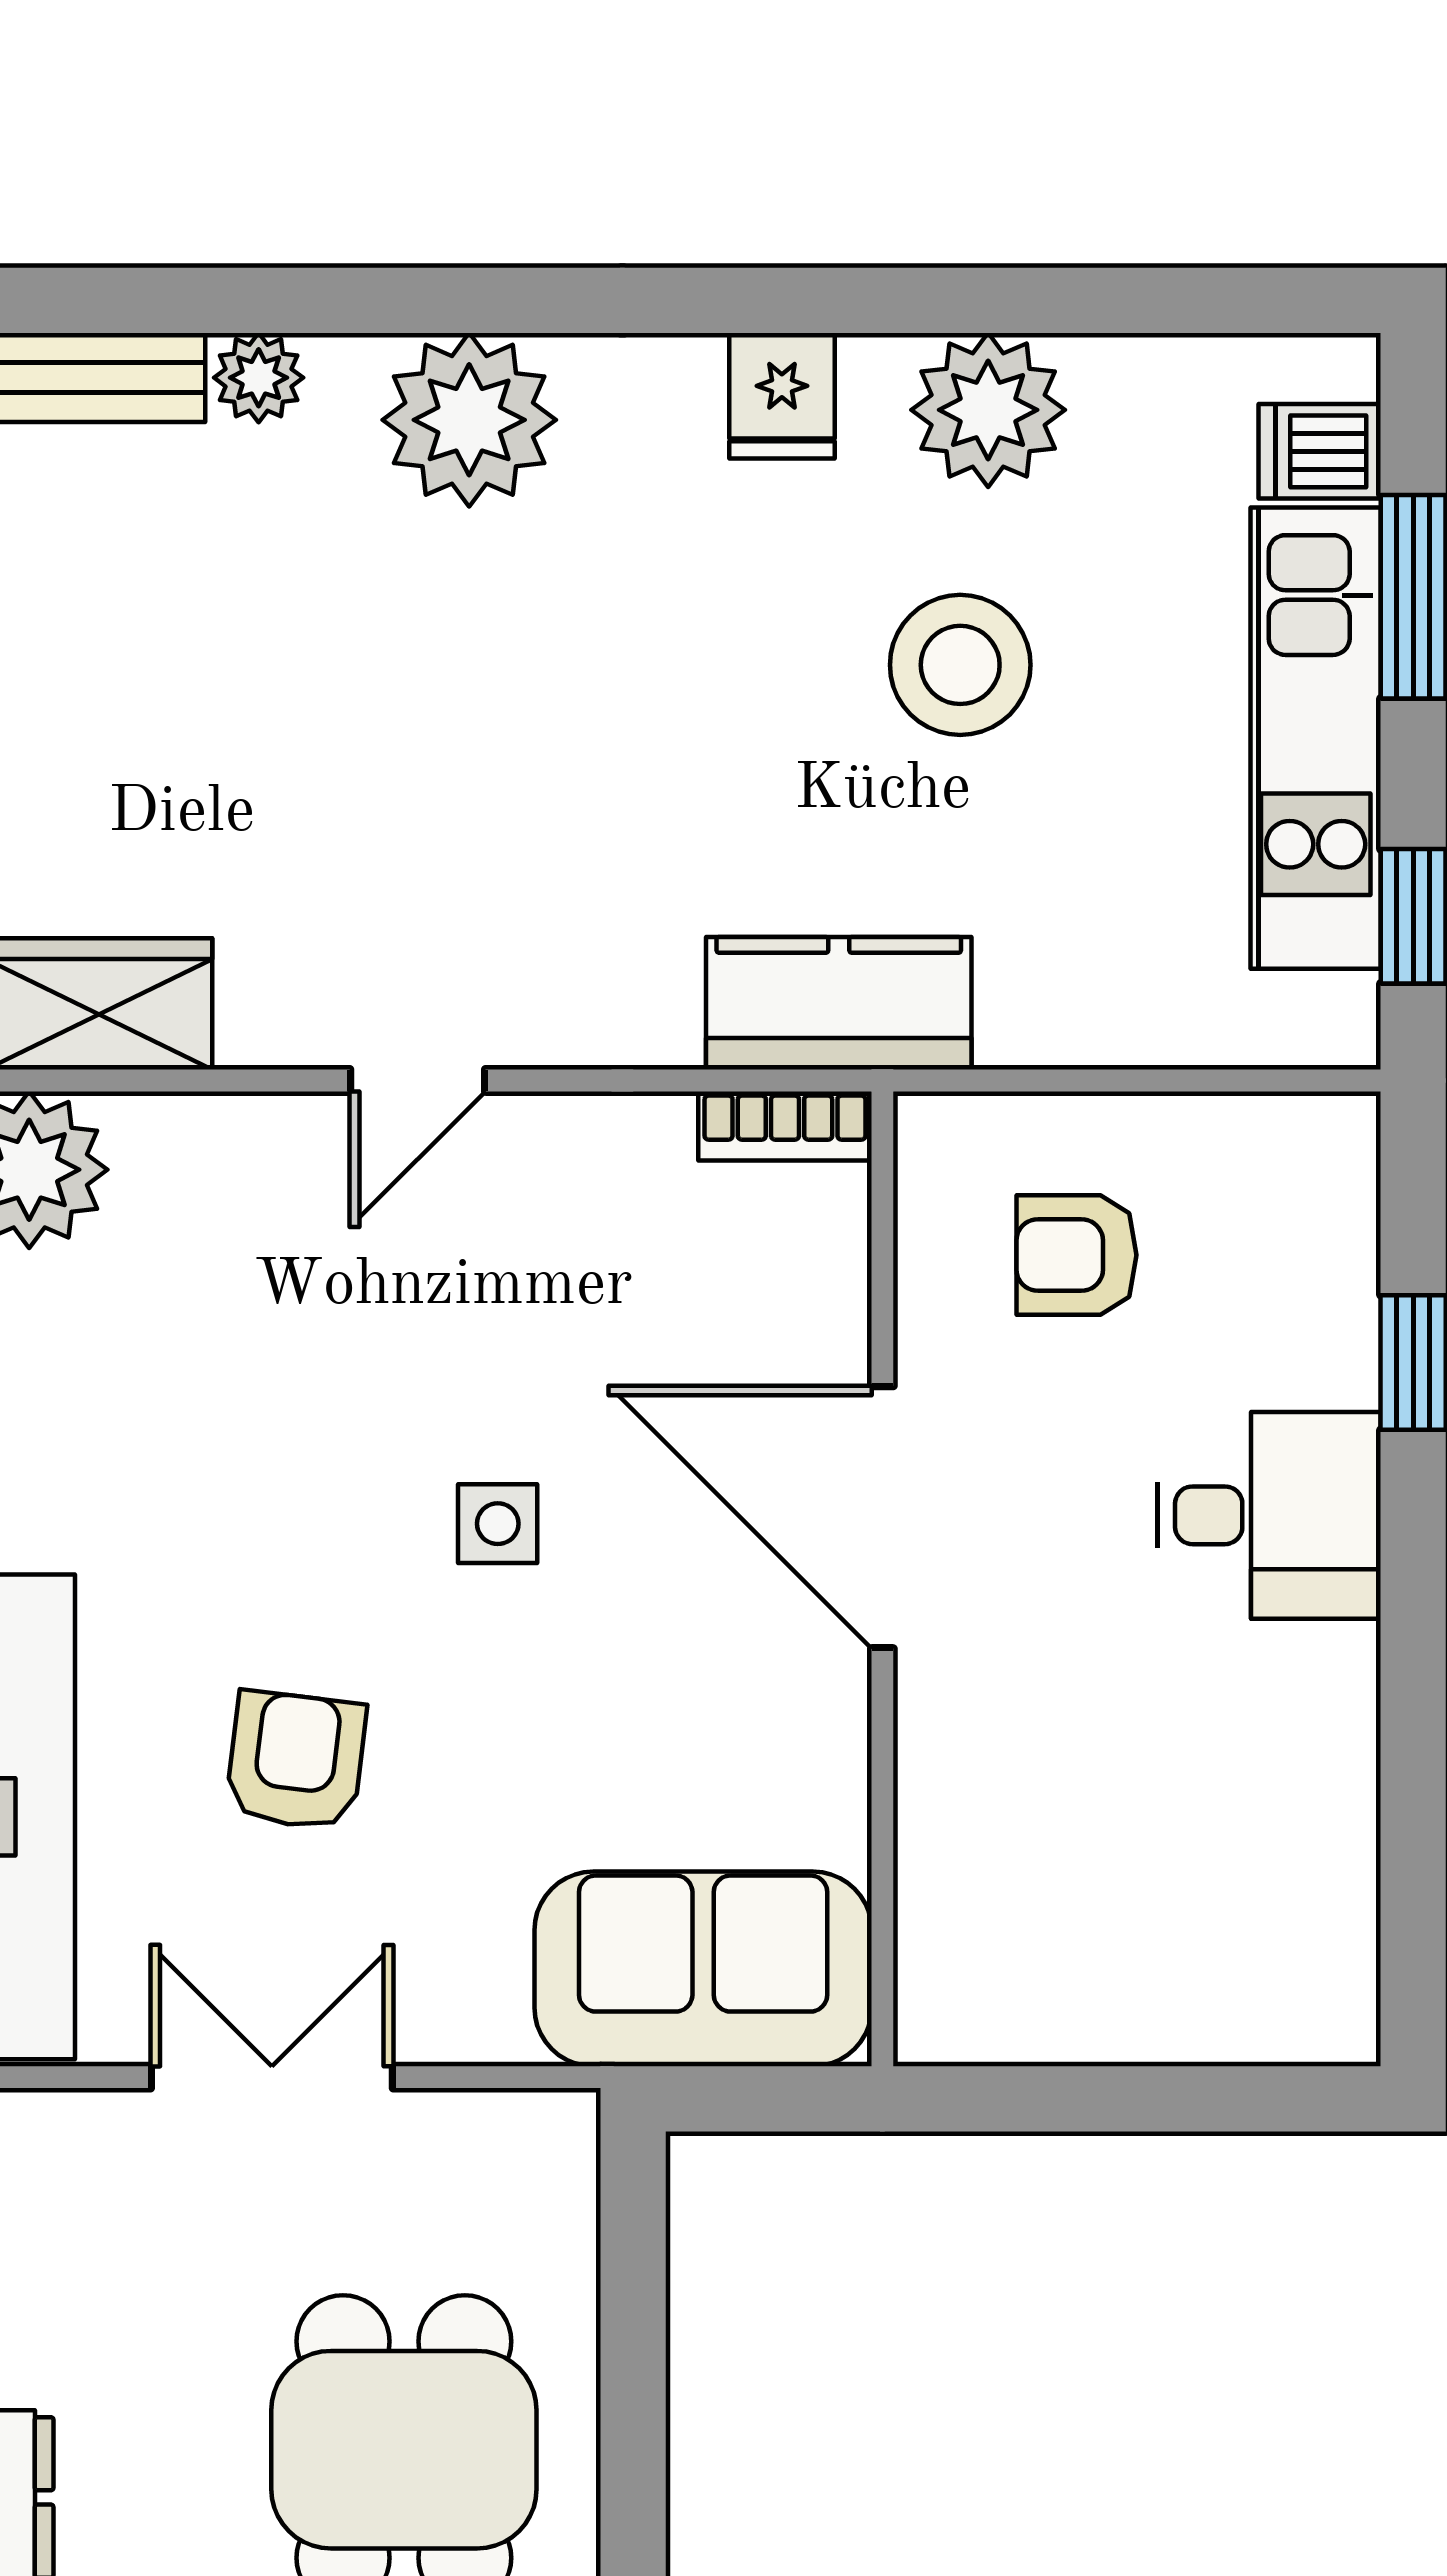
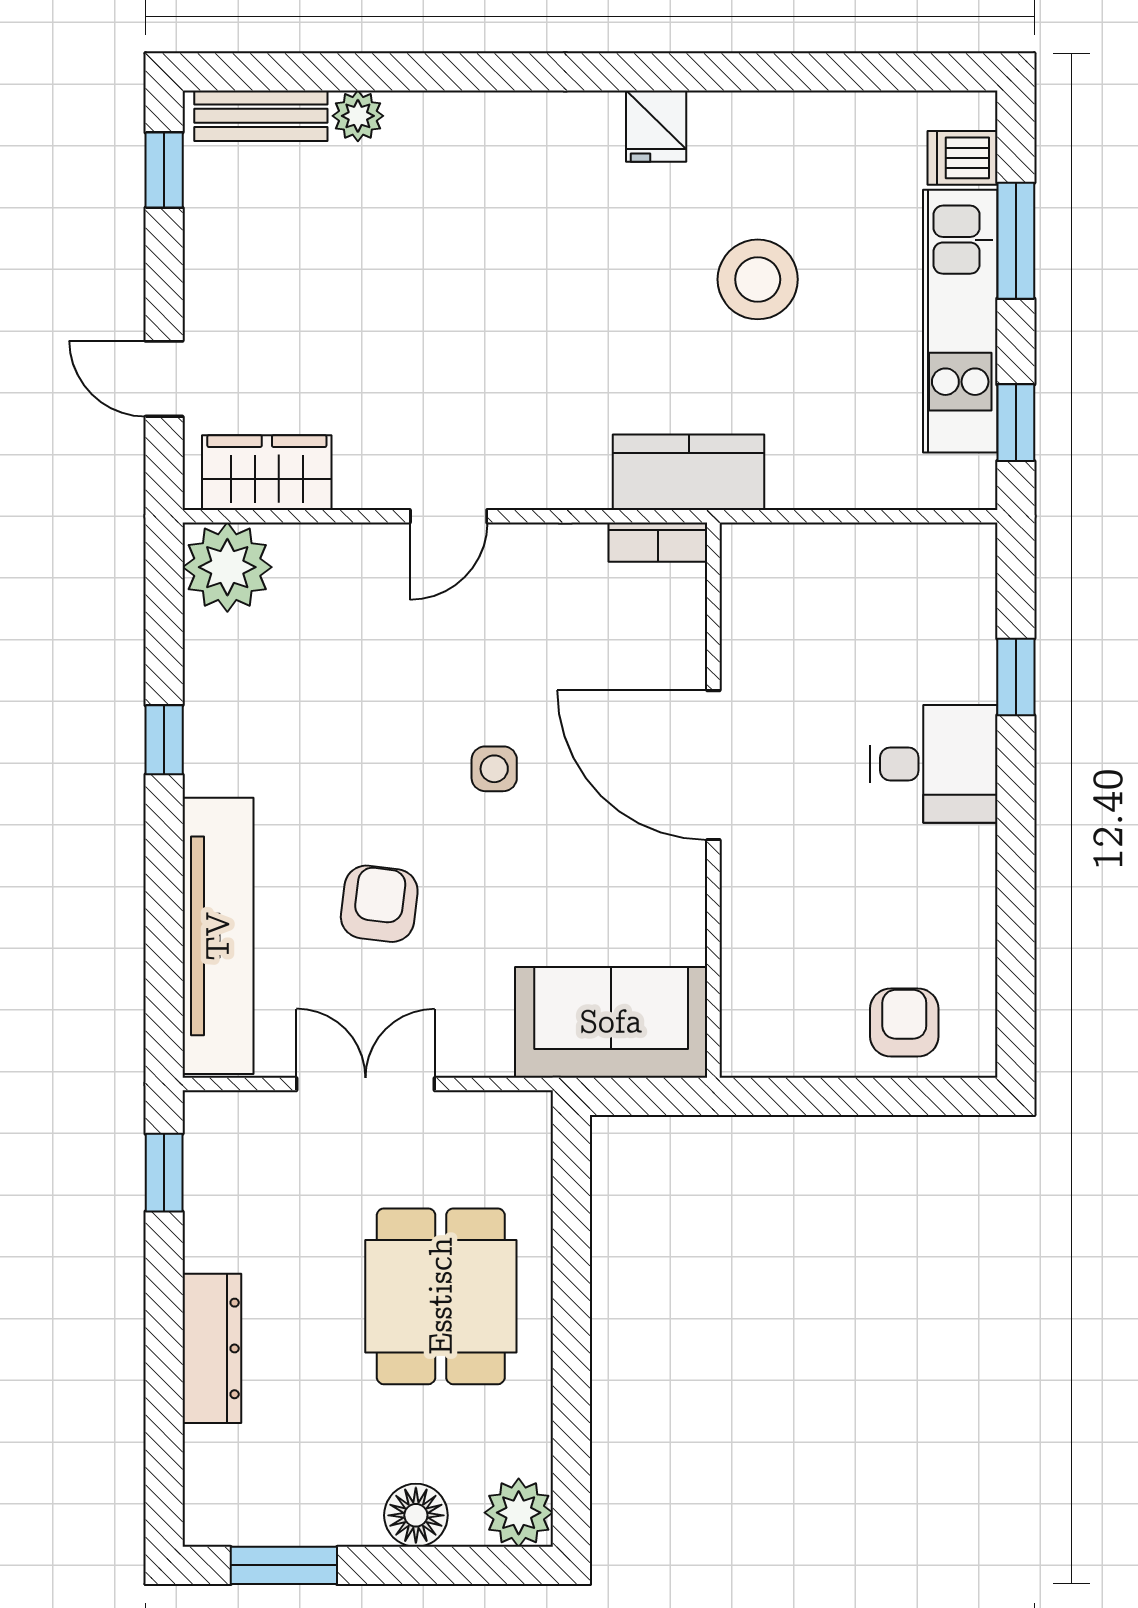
plant: (988, 410) -> (774, 134), removed
plant: (469, 420) -> (478, 140), removed
armchair: (1076, 1255) -> (904, 1022), moved, turned 90

